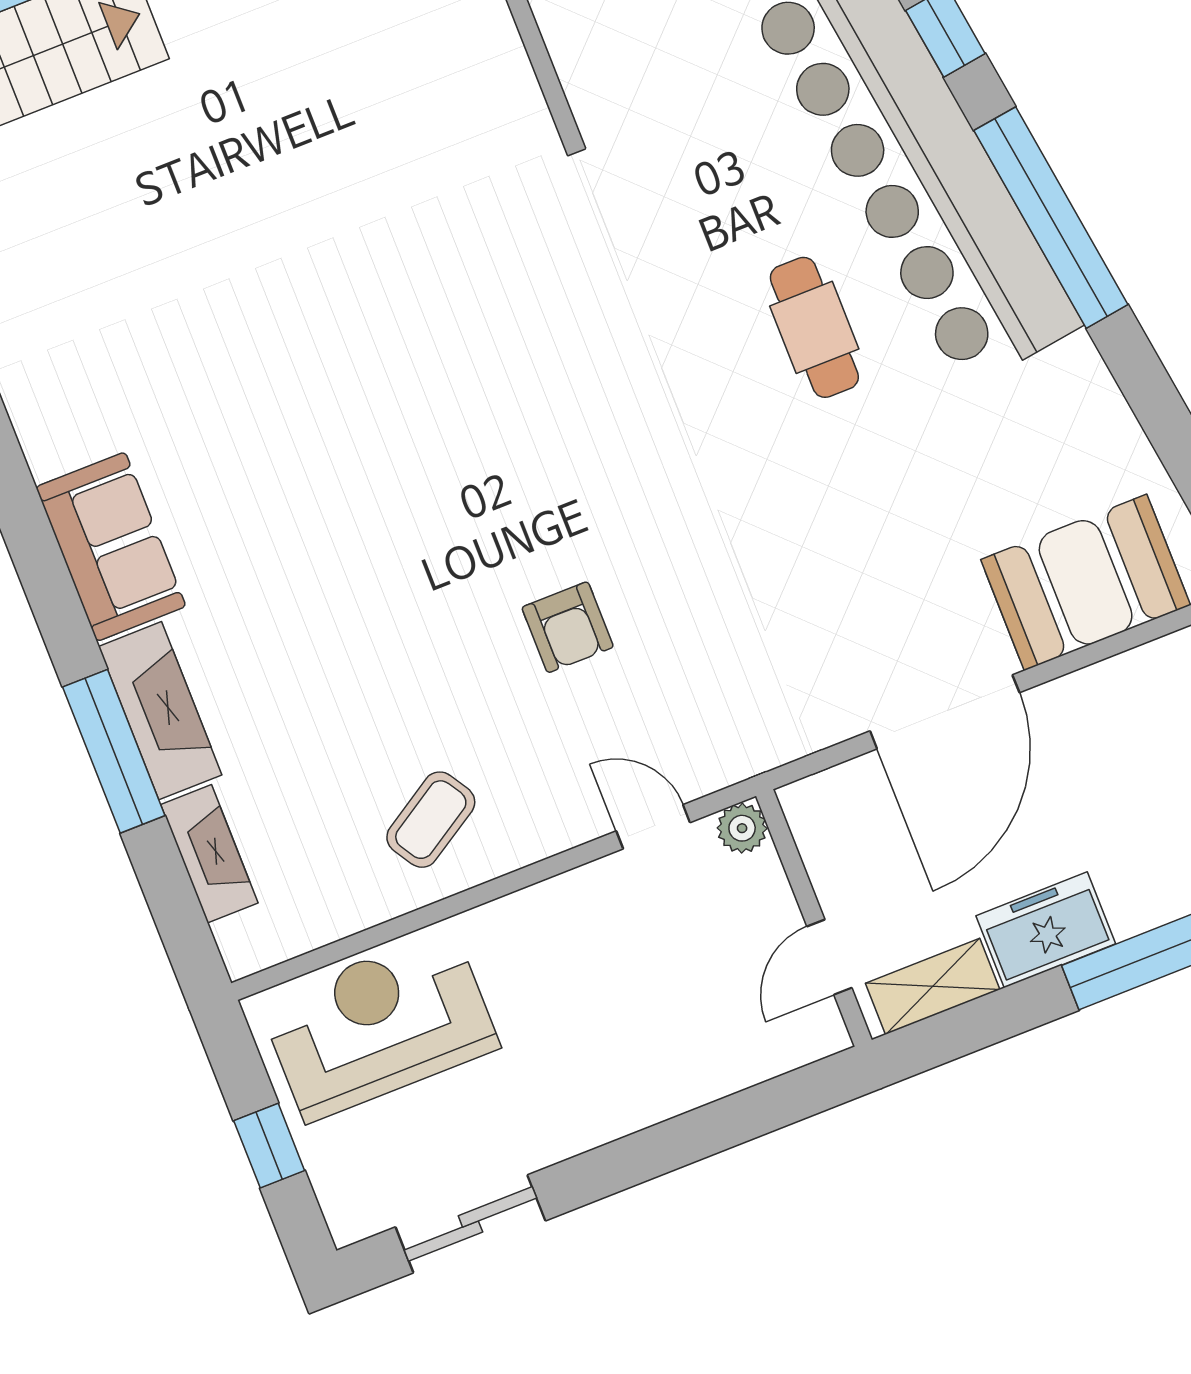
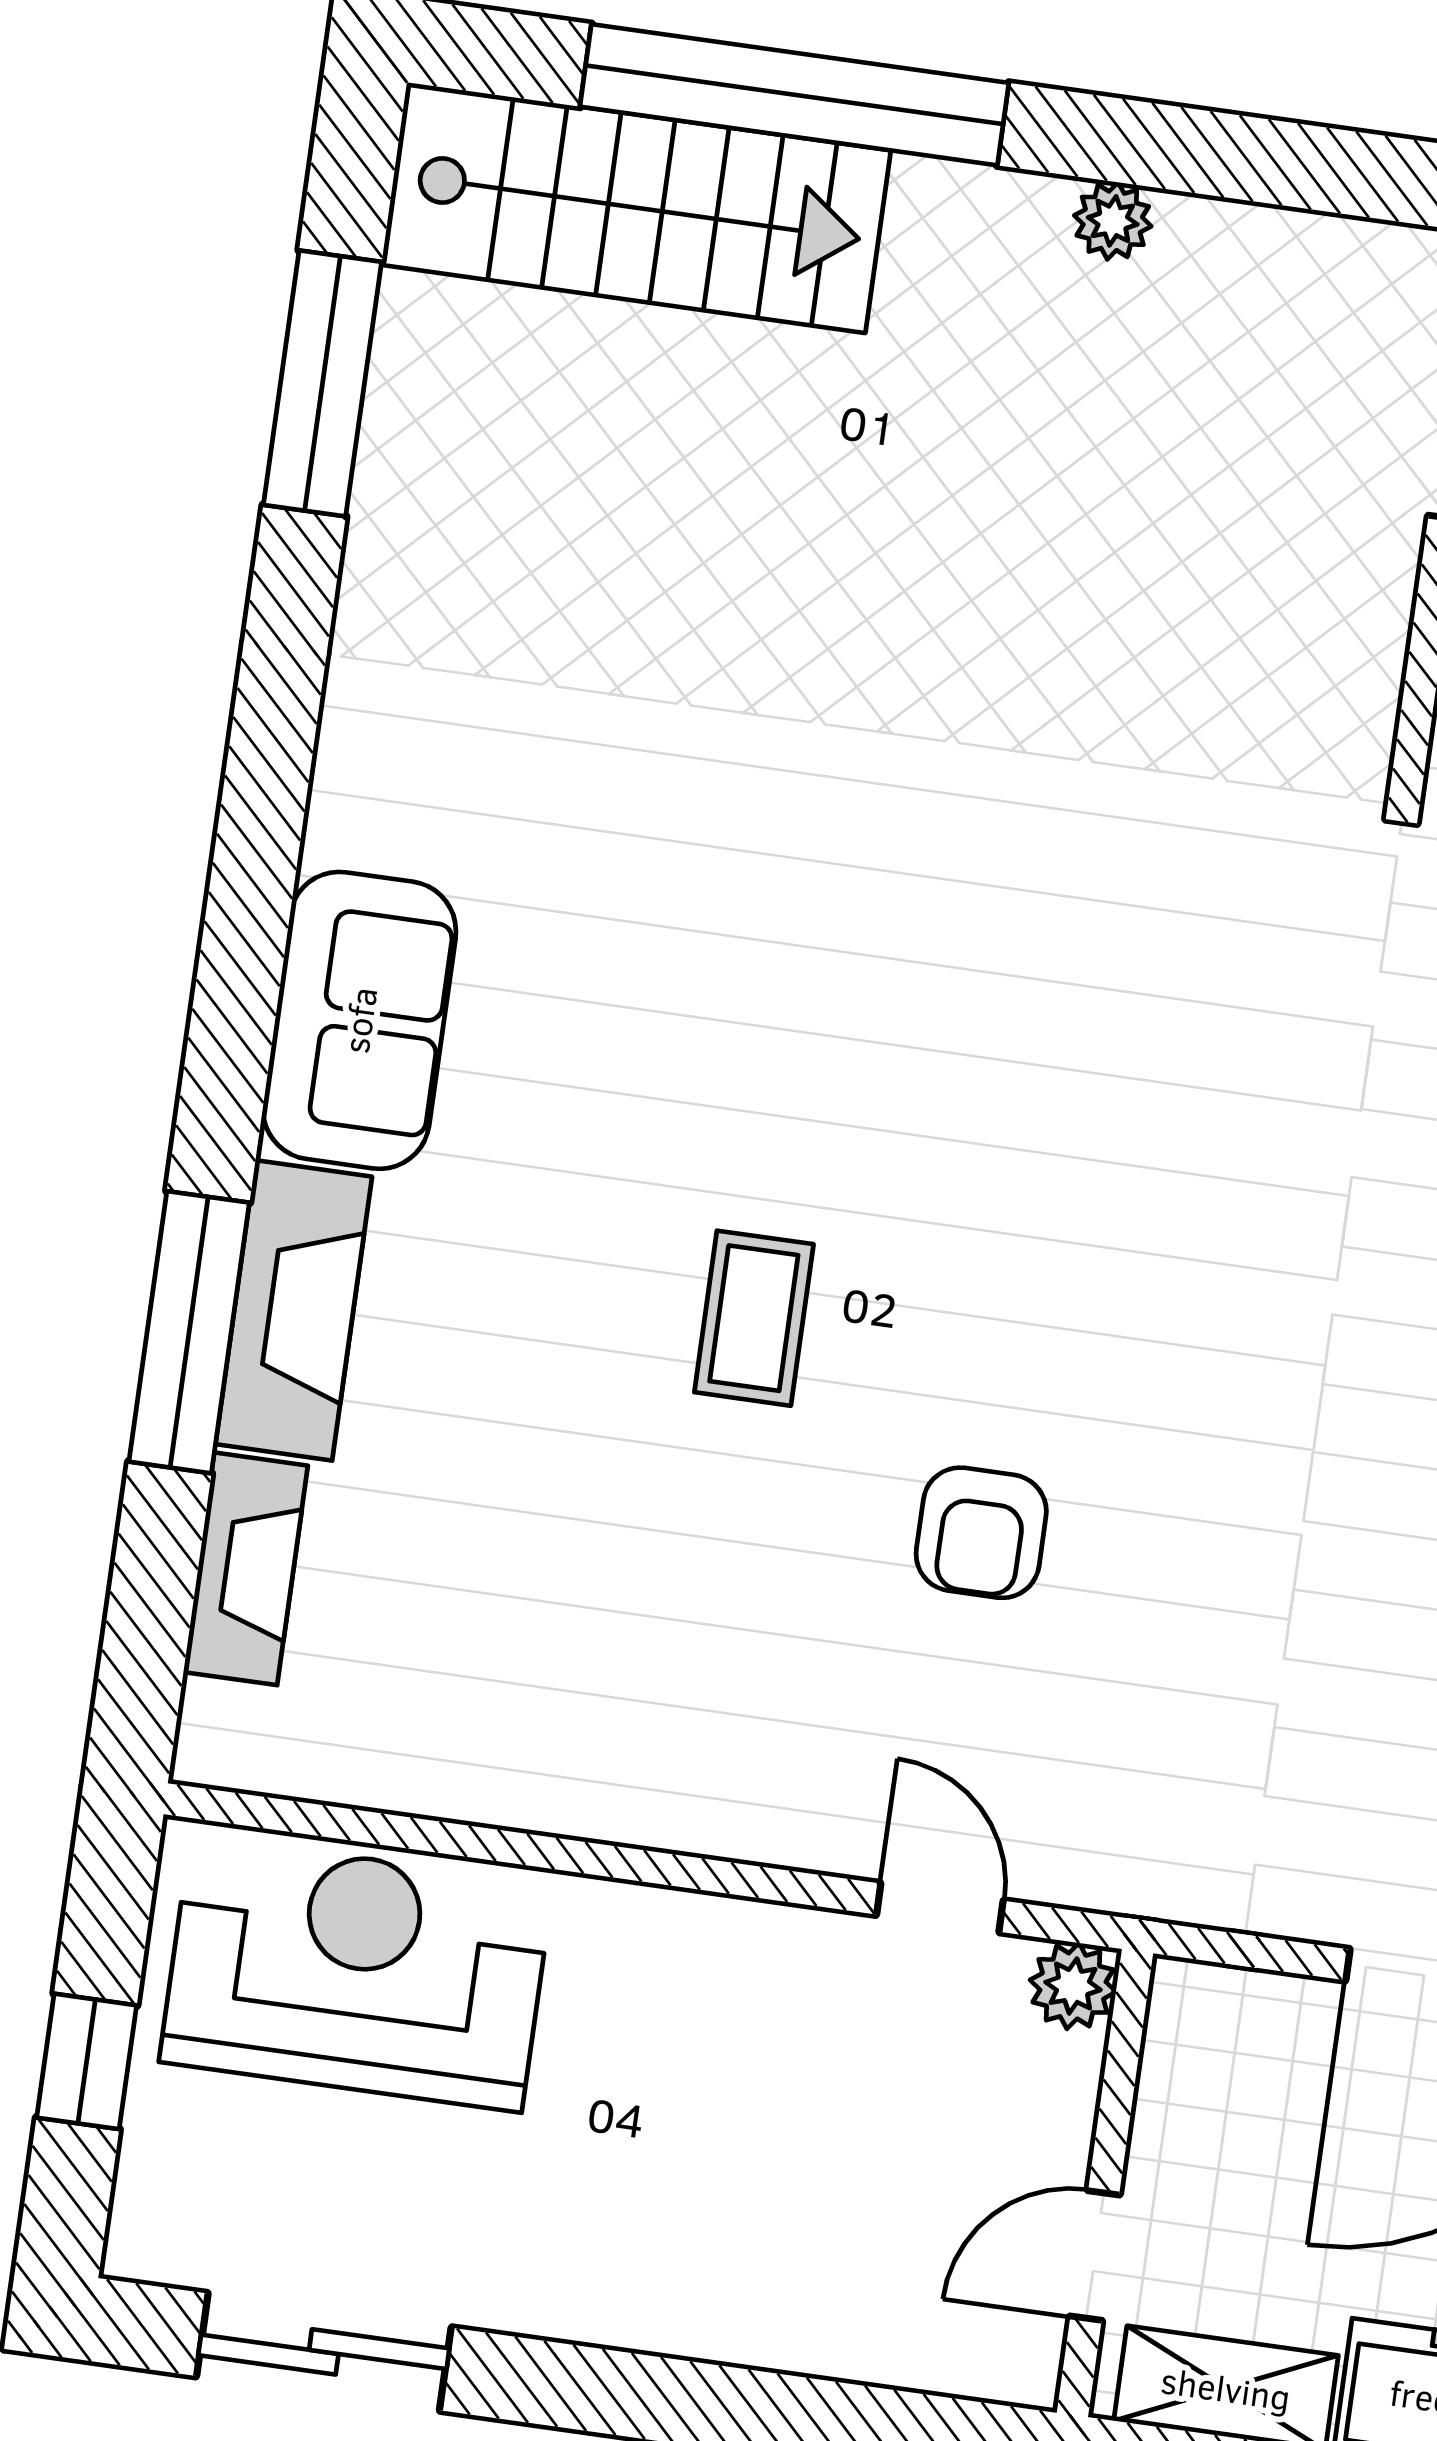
coffee table: (431, 820) -> (754, 1318), moved, turned -58

